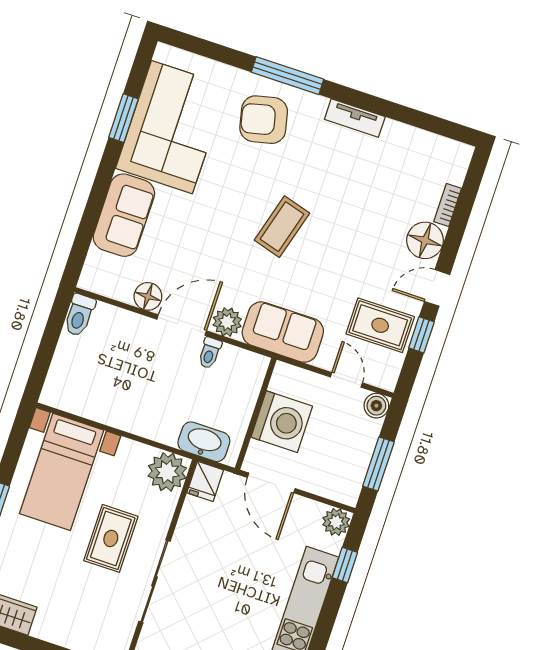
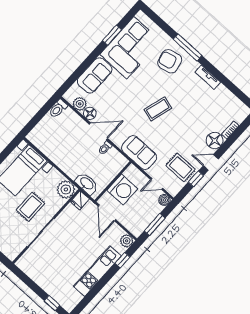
plant: (227, 322) -> (80, 104), moved
door: (346, 380) -> (157, 184), swing flipped

